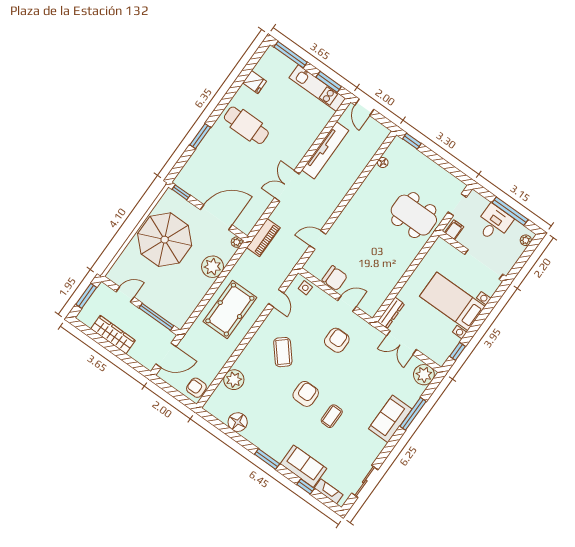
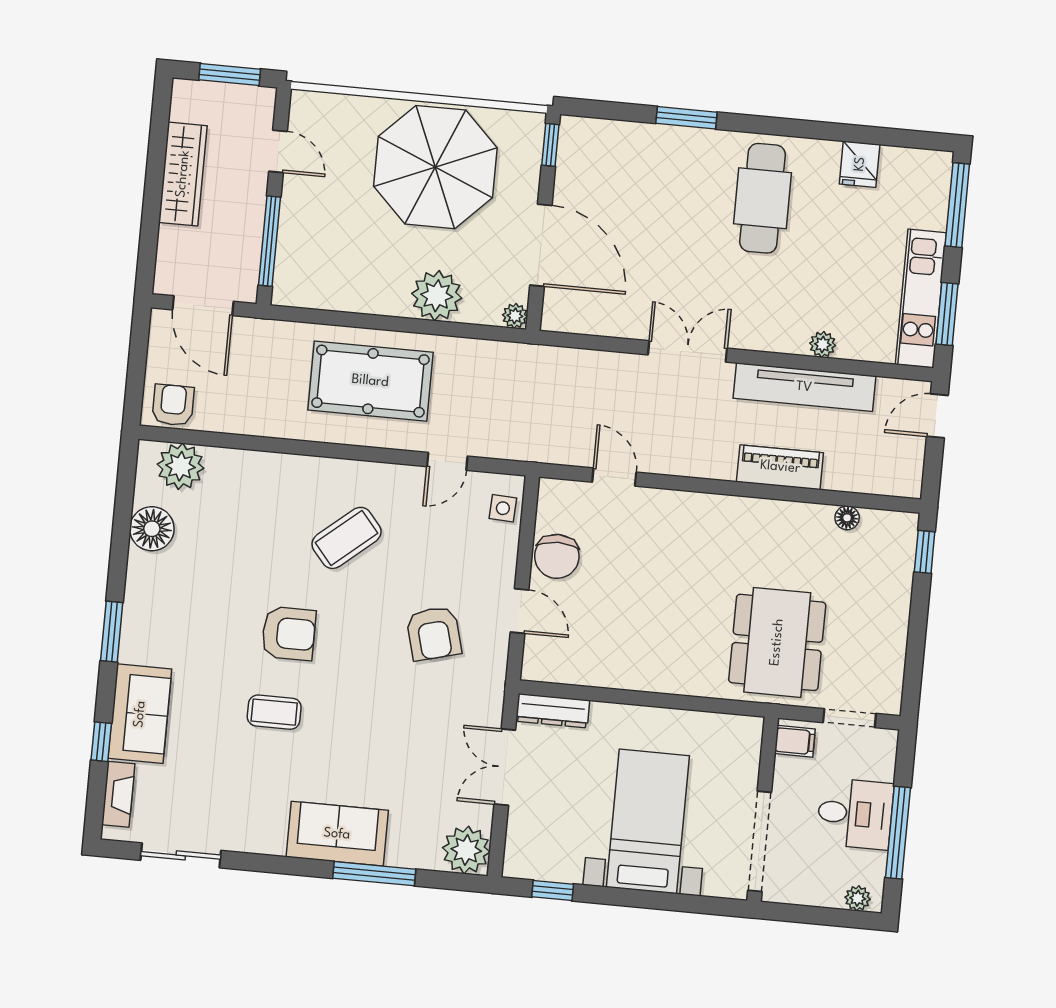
plant: (313, 134) -> (823, 344), added
piano: (263, 238) -> (780, 467), moved, turned 180
armchair: (337, 340) -> (434, 633), turned 75
plant: (234, 380) -> (181, 466), moved

